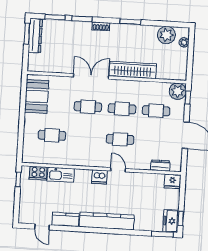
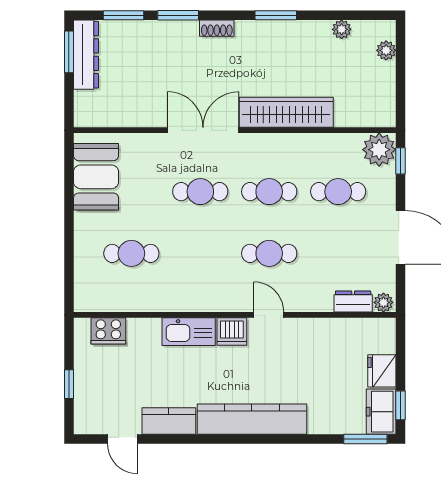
plant: (166, 35) -> (342, 29), width x0.53, depth x0.53
plant: (175, 167) -> (383, 302), added
kitchen sink: (61, 175) -> (189, 332), moved
window: (18, 179) -> (69, 384), moved
fridge: (172, 181) -> (382, 371), moved, turned 90

